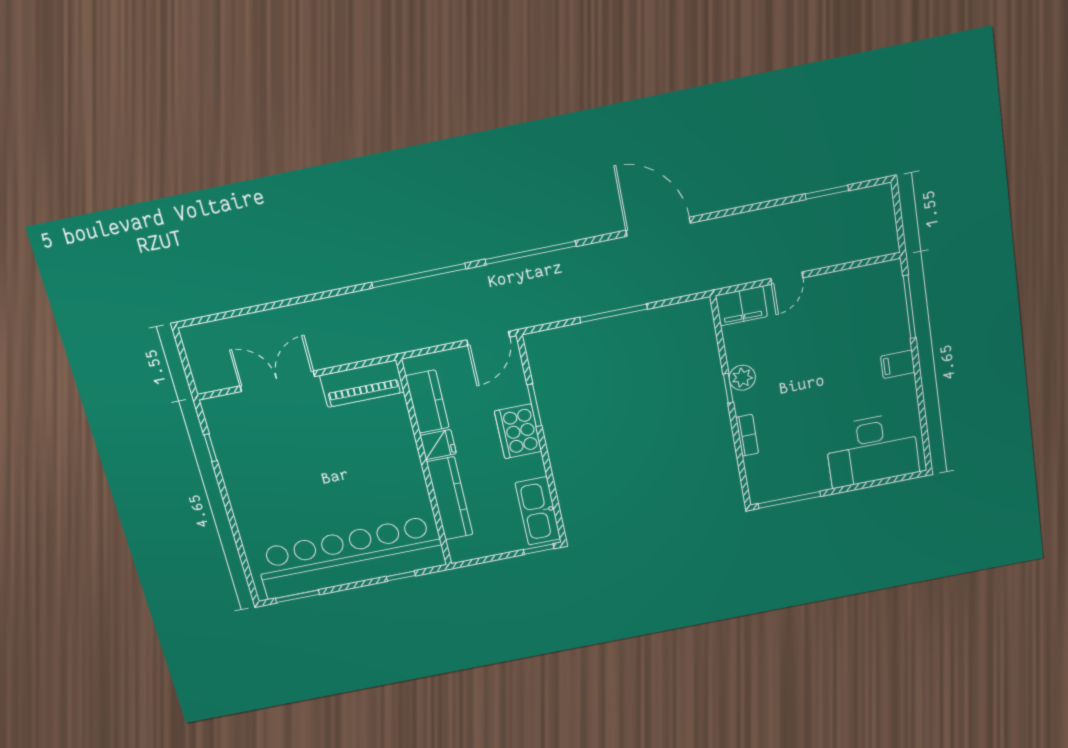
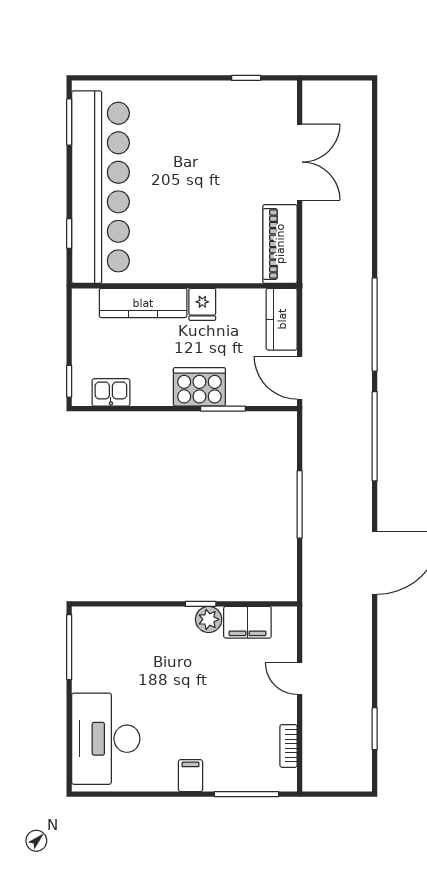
filing cabinet: (741, 306) -> (247, 622), moved, turned -90
kitchen counter: (427, 402) -> (282, 319), moved, turned 90
bookcase: (747, 435) -> (289, 746), moved, turned 90
kitchen sink: (538, 511) -> (111, 392), width x0.53, depth x0.81

